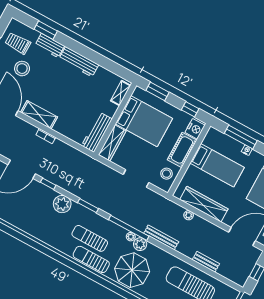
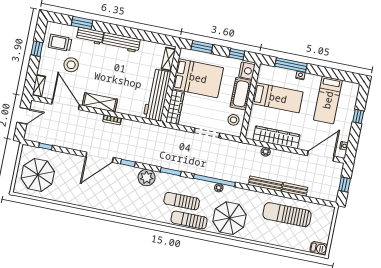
workbench: (97, 132) -> (157, 95), width x1.36, depth x1.32
bench: (161, 237) -> (265, 184), moved
plant: (140, 244) -> (229, 192), removed

